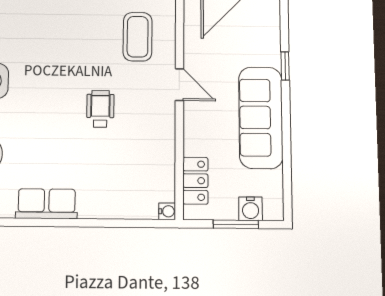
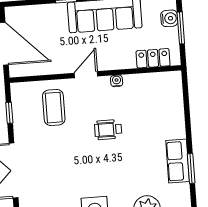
coffee table: (138, 37) -> (54, 108), turned 90
water cooler: (167, 211) -> (117, 81), moved
window: (34, 222) -> (191, 168), added

